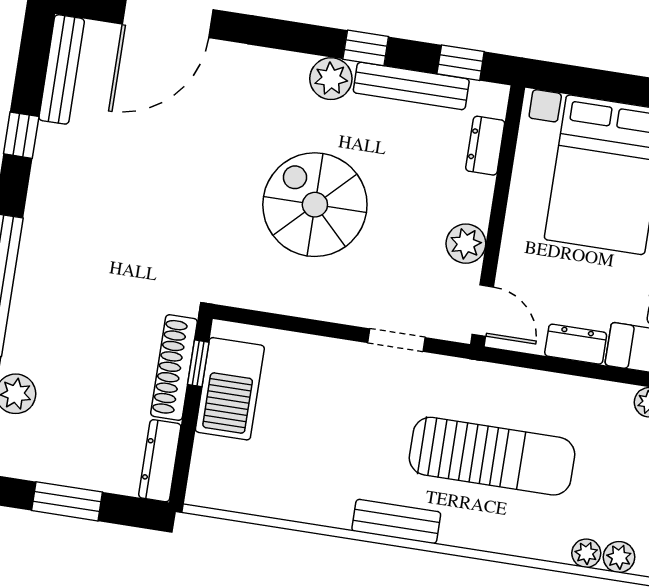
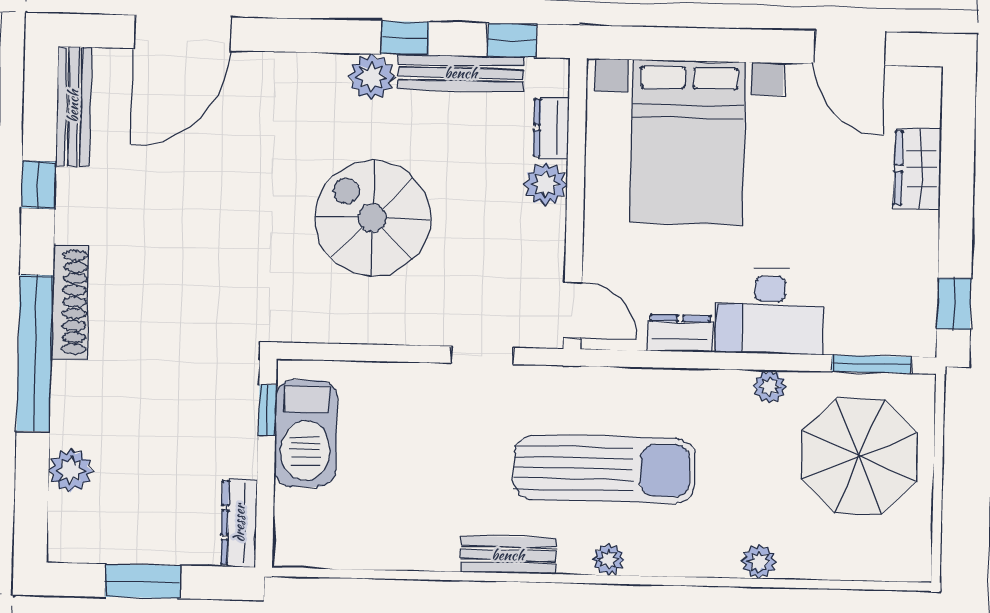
plant: (466, 244) -> (546, 184), moved
shoe rack: (174, 367) -> (70, 302), moved, turned 180
plant: (586, 553) -> (609, 560), moved

